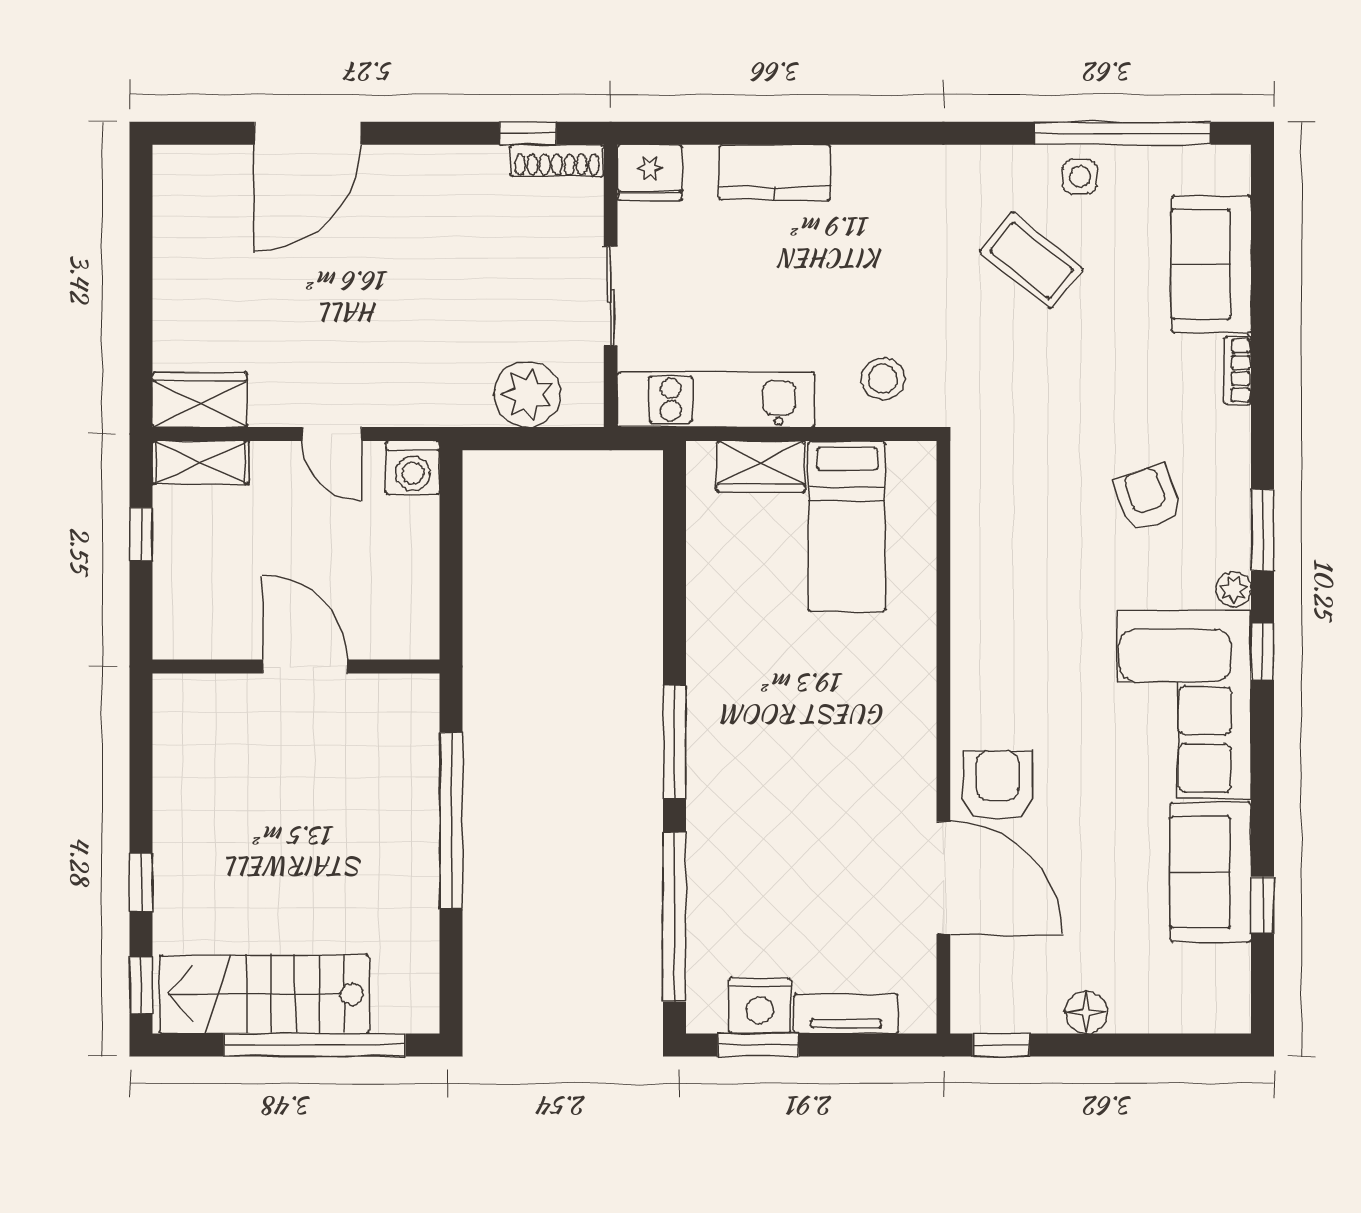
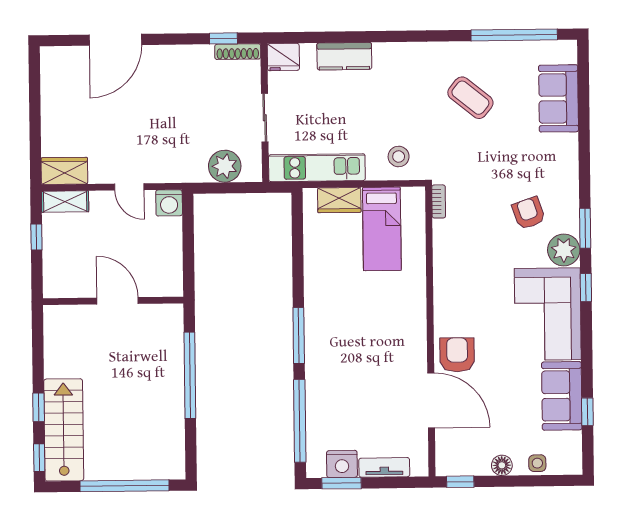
side table: (1080, 176) -> (537, 463), moved
bookcase: (1237, 370) -> (439, 201), moved, turned 180
plant: (1234, 589) -> (564, 250), width x1.88, depth x1.88
stairs: (264, 994) -> (64, 430), moved, turned 90

